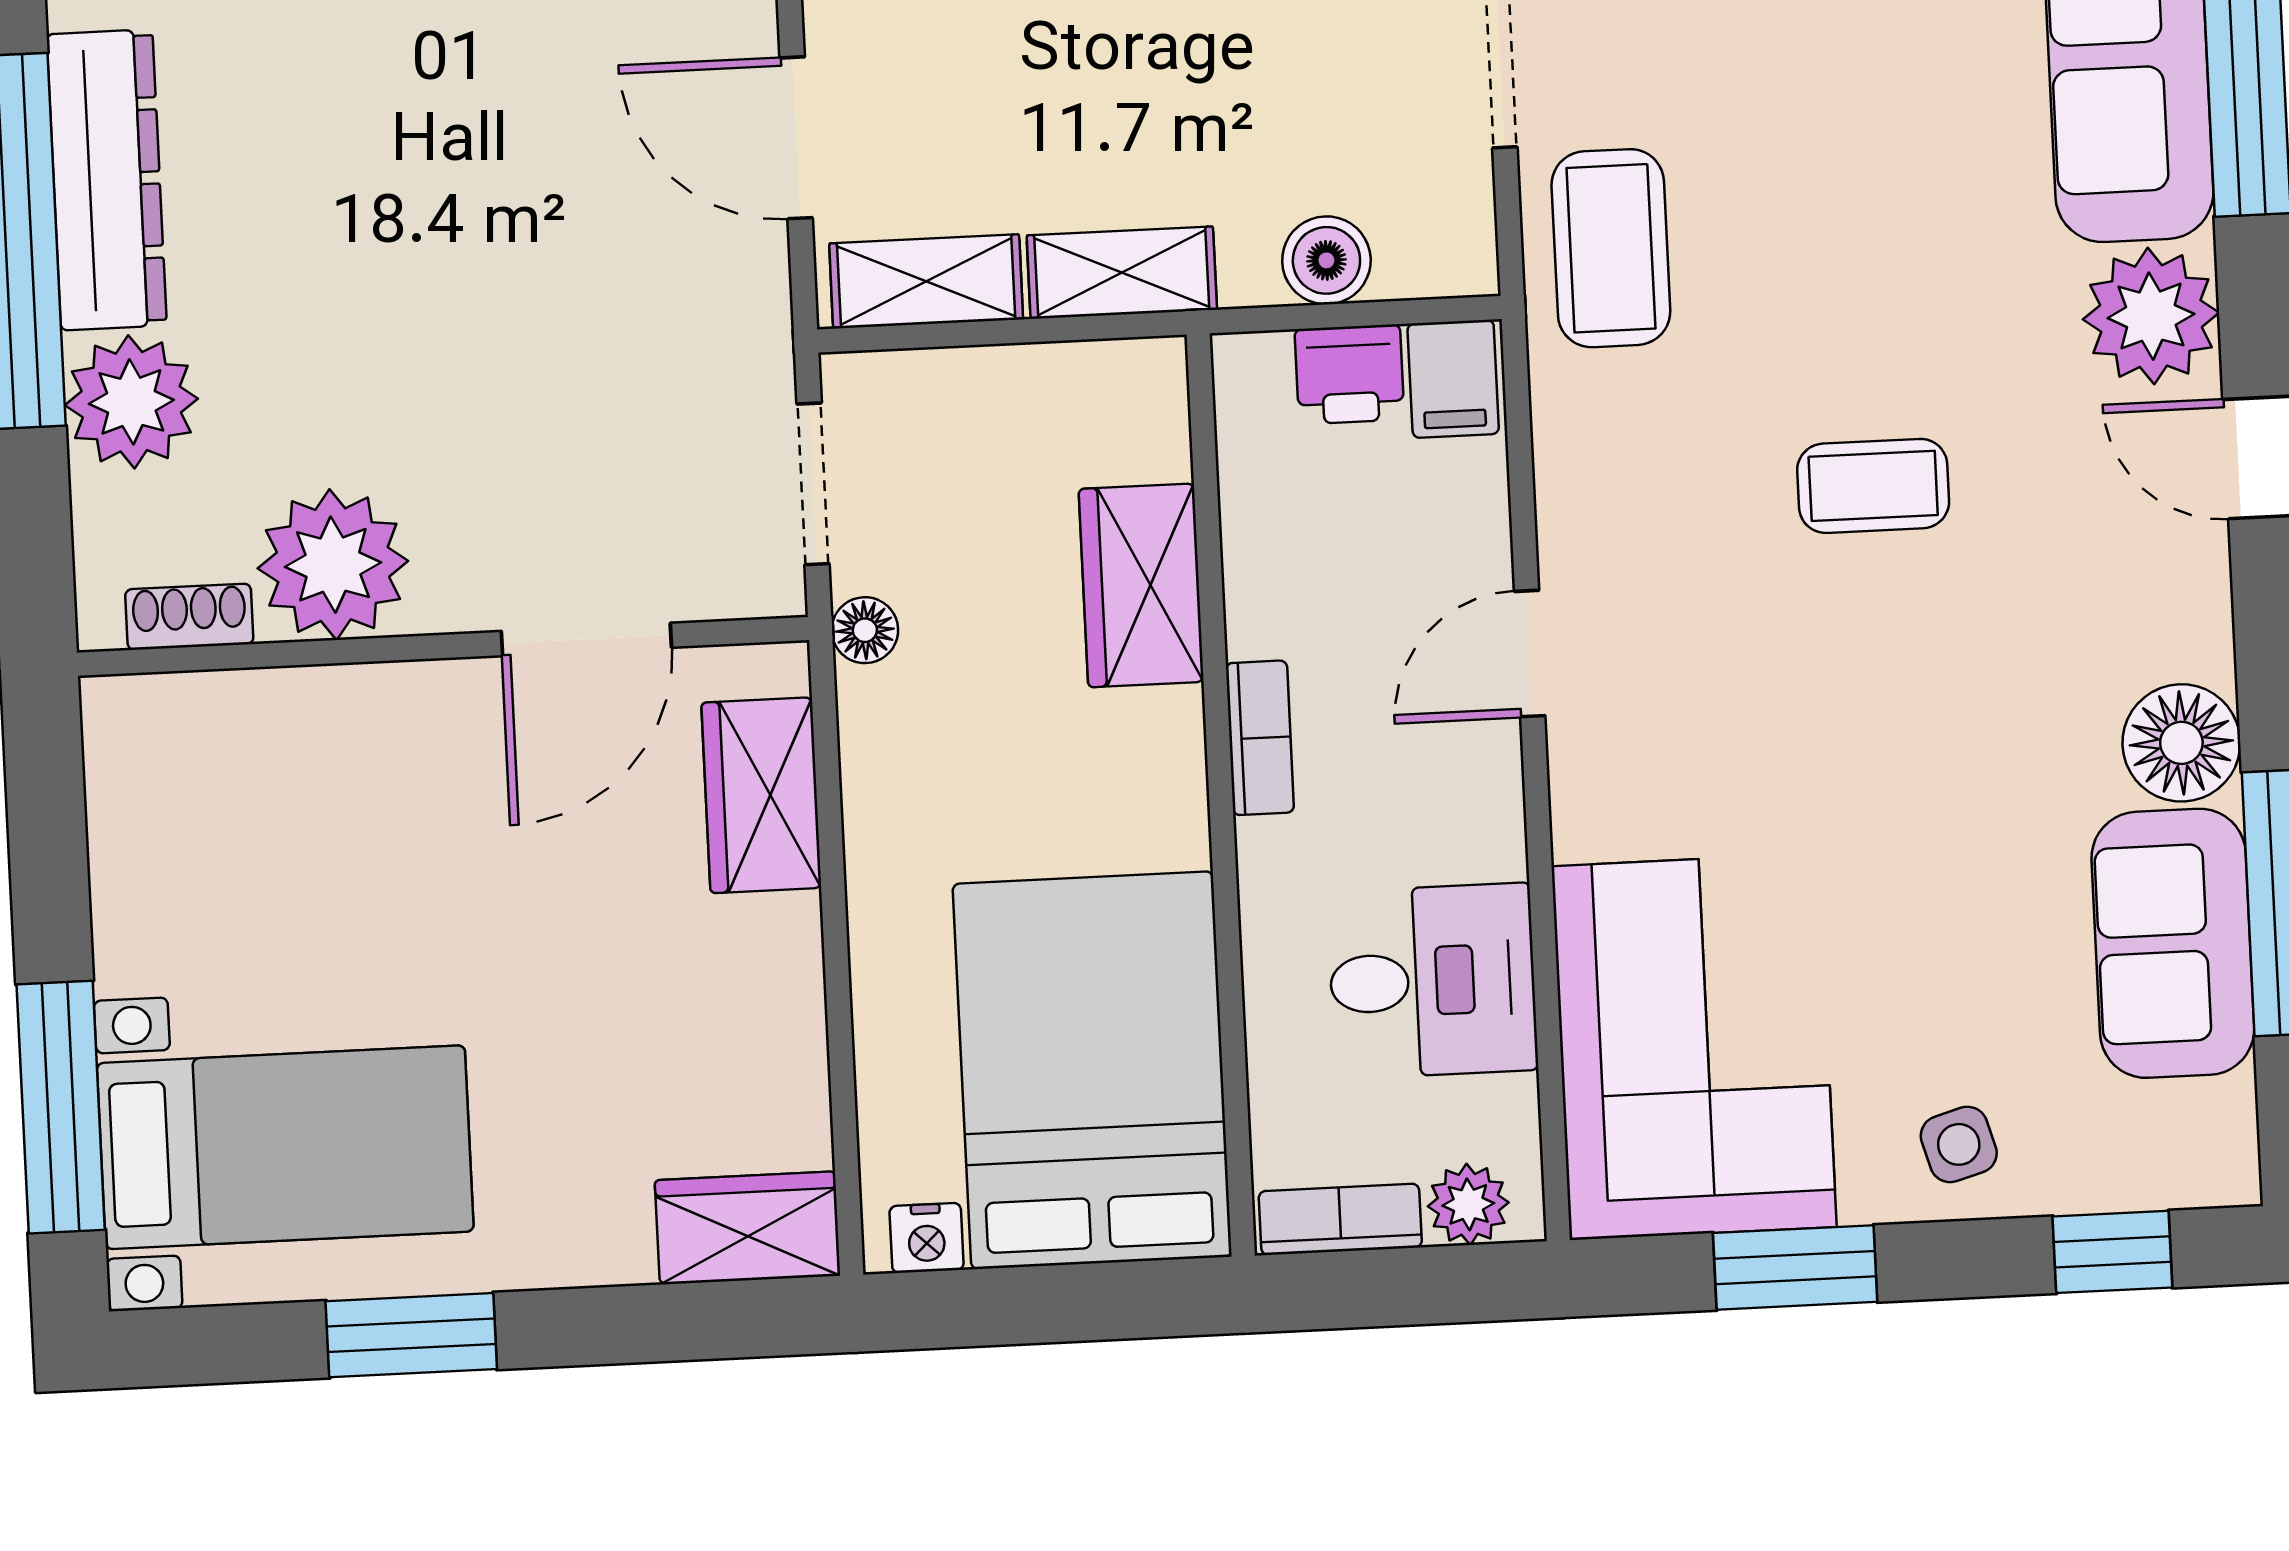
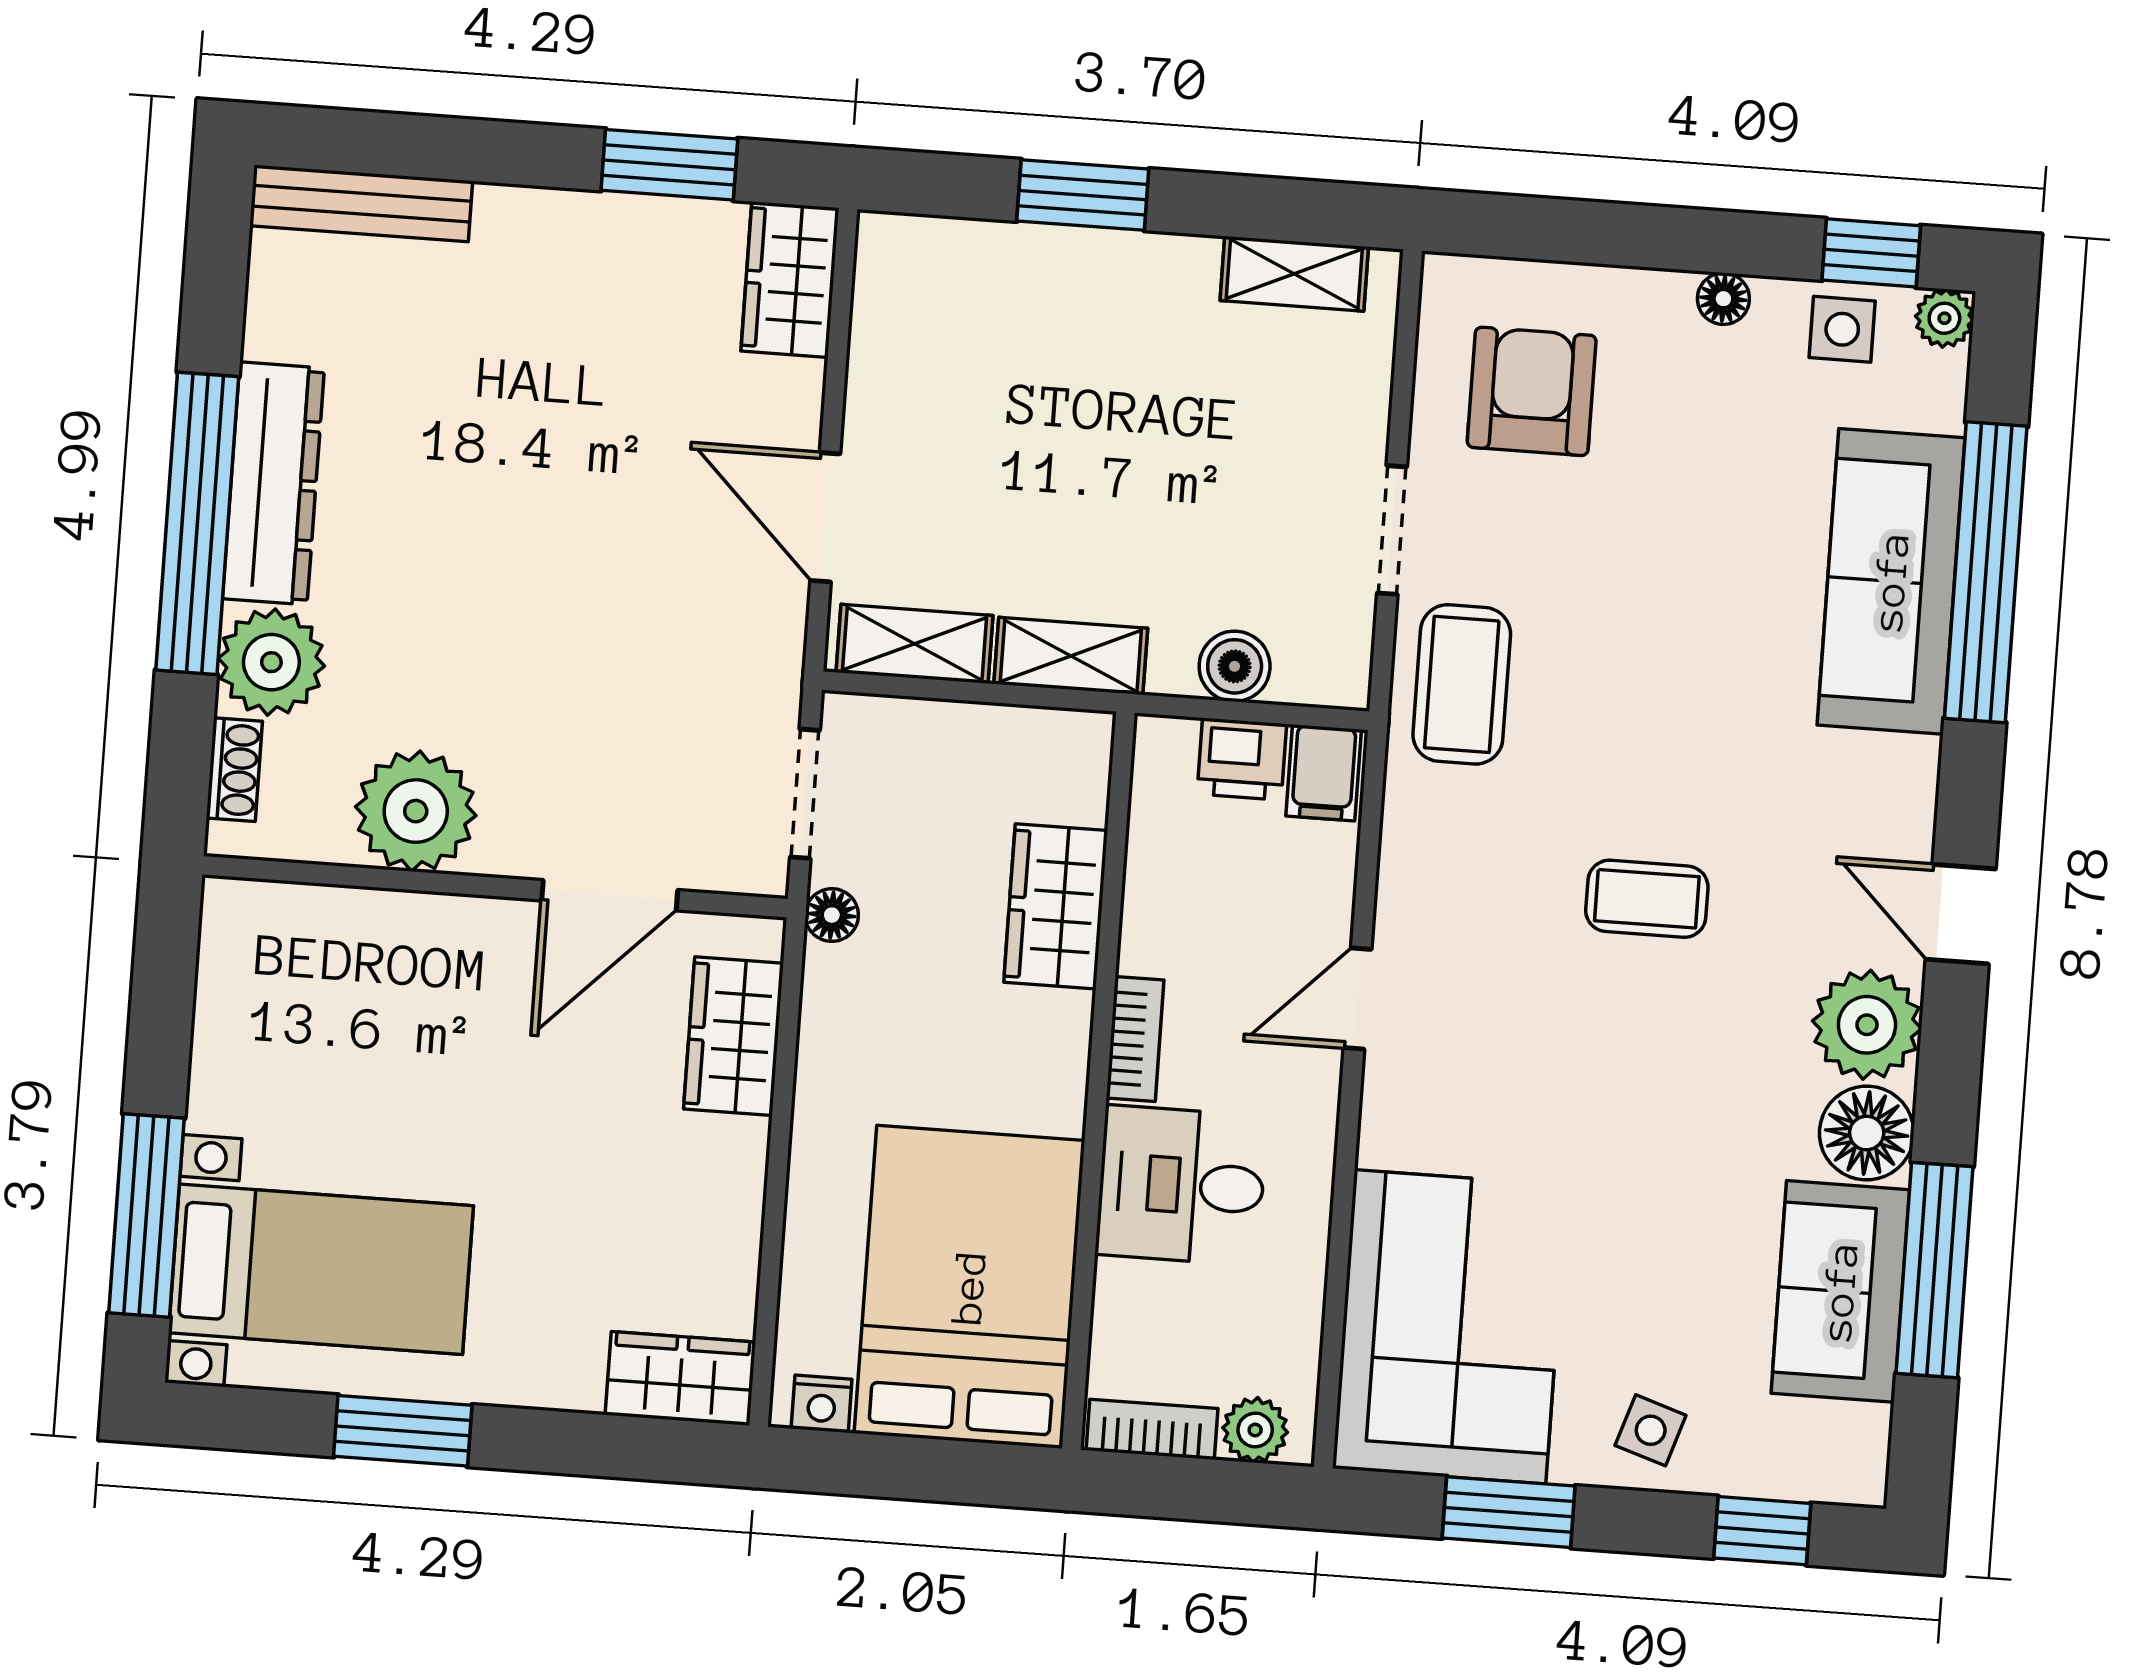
plant: (2151, 316) -> (1867, 1025), moved
shoe rack: (189, 617) -> (234, 770), moved, turned 90
desk: (1433, 981) -> (1181, 1185), moved, turned 180
side table: (1959, 1144) -> (1651, 1430), turned 34

